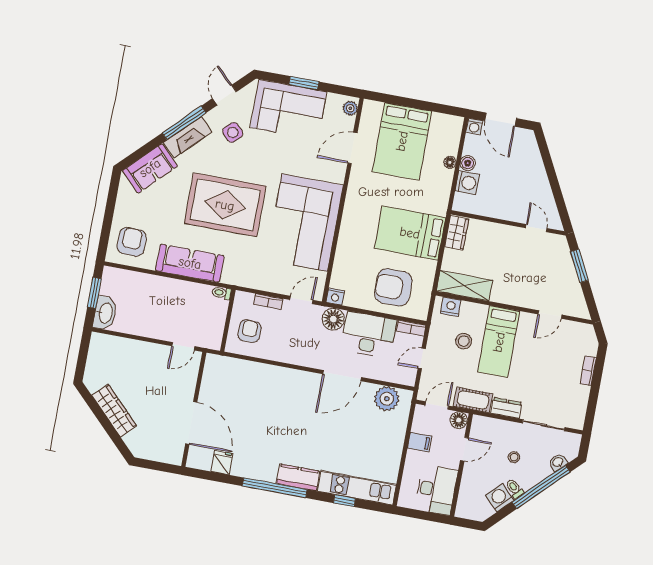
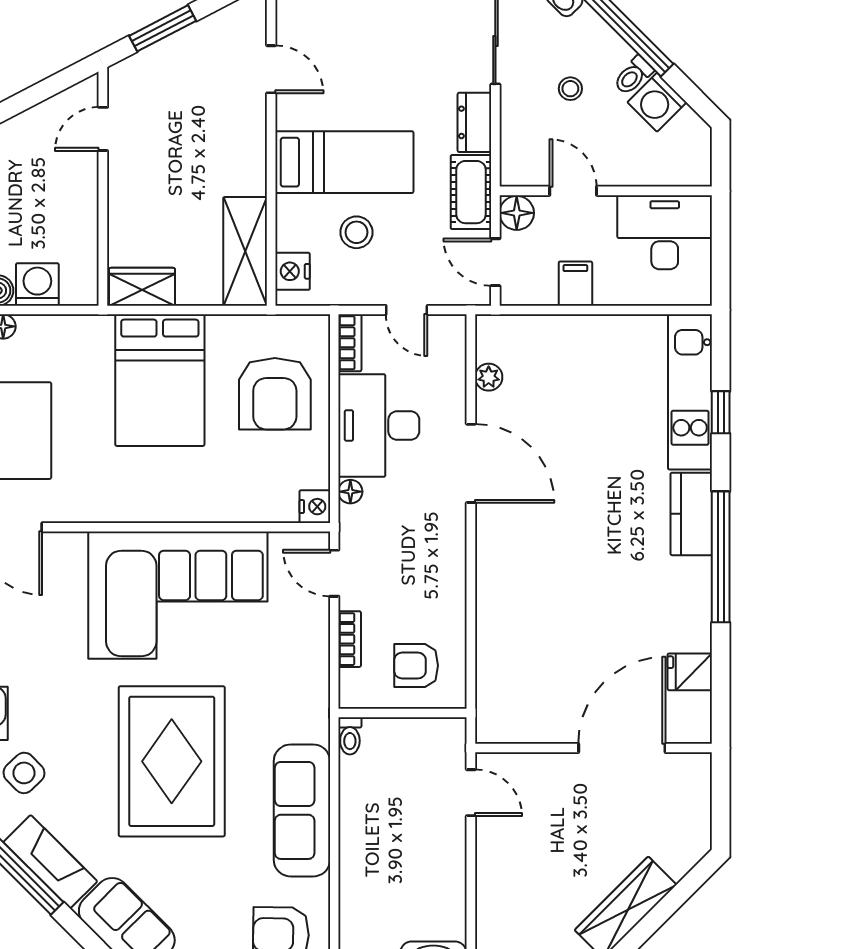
floor lamp: (333, 319) -> (350, 492), width x0.53, depth x0.53
plant: (387, 399) -> (489, 377), width x0.53, depth x0.53

